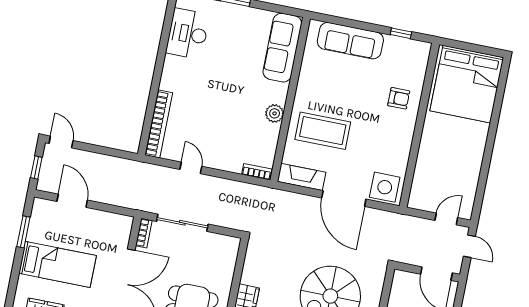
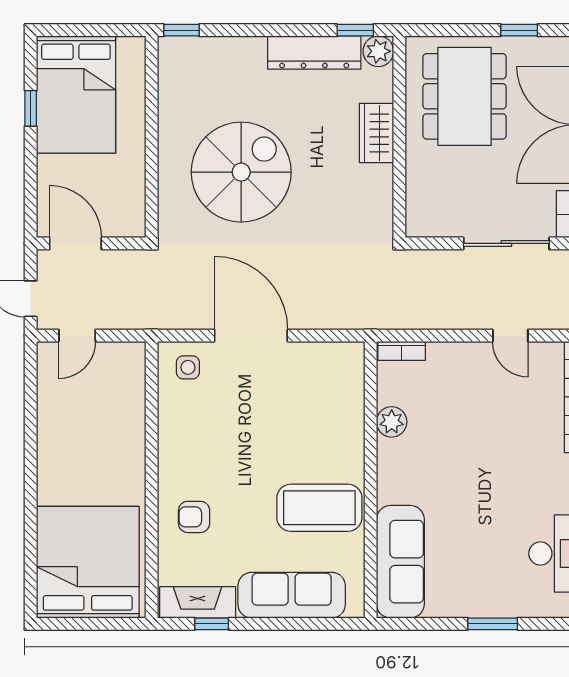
plant: (275, 113) -> (392, 422), moved
coffee table: (323, 131) -> (319, 508), moved
fireplace: (302, 177) -> (198, 602), moved, turned 180
side table: (385, 187) -> (188, 367), width x0.54, depth x0.54

